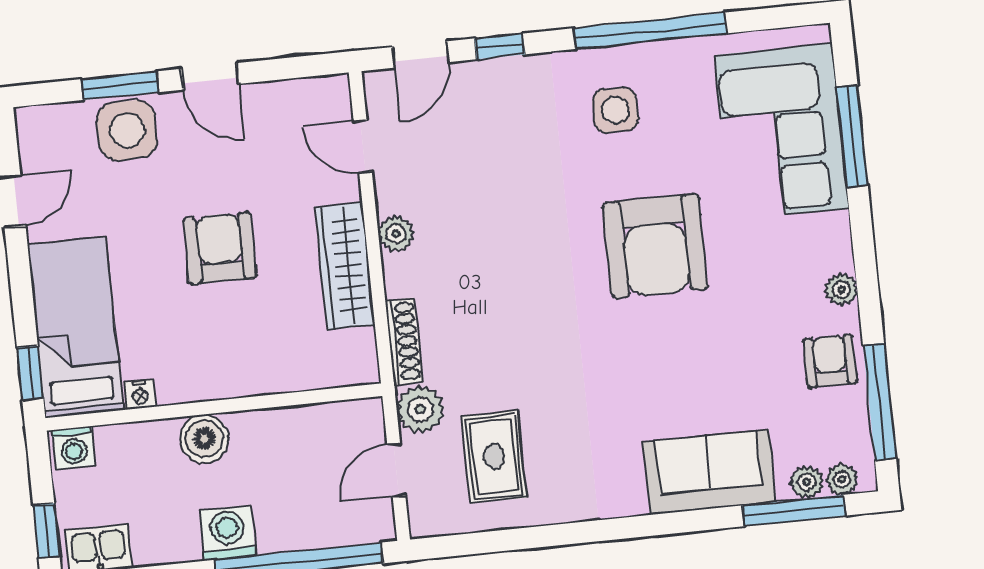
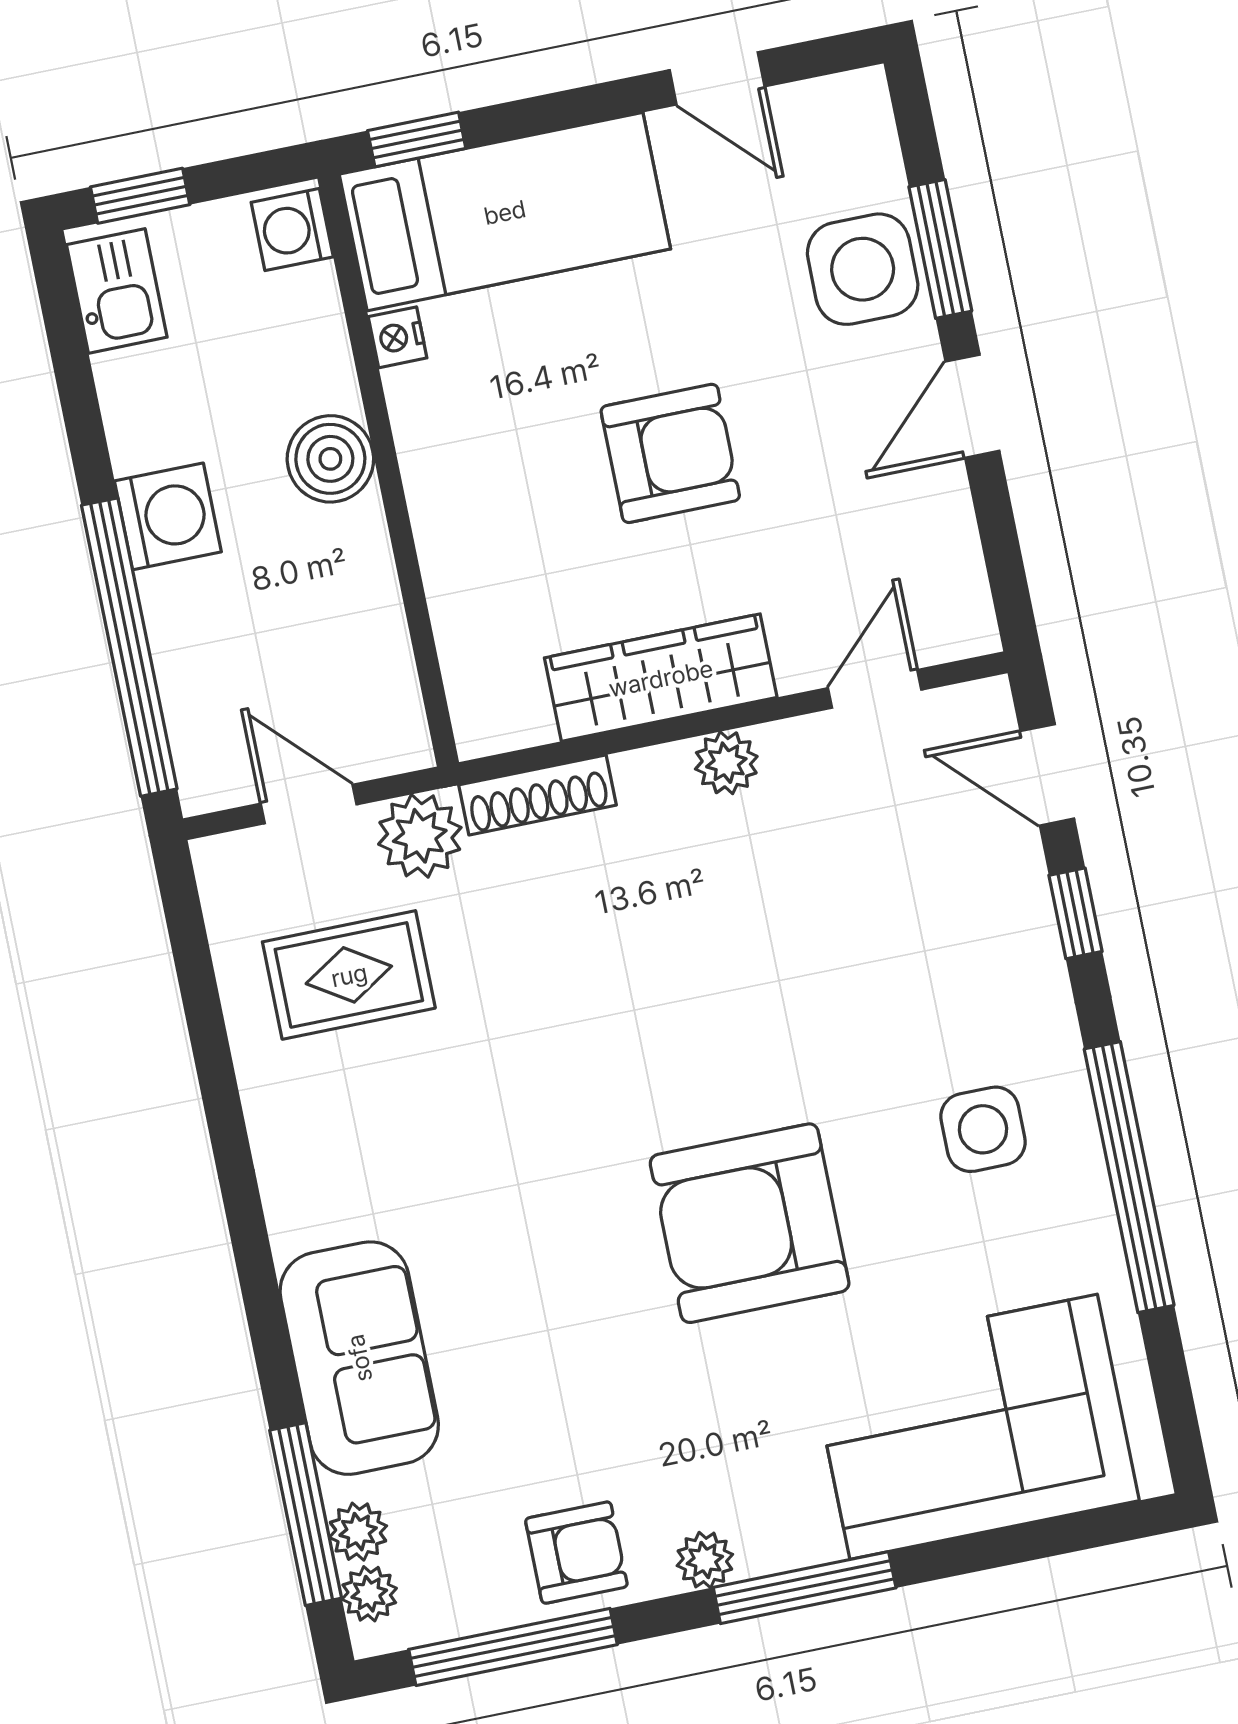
window: (852, 136) -> (805, 1588), moved

